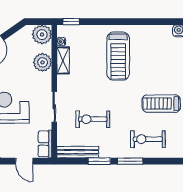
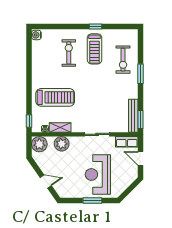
treadmill: (118, 56) -> (55, 97), moved
exercise bike: (93, 119) -> (69, 53), moved, turned 180
door: (24, 161) -> (141, 158), swing flipped
window: (99, 161) -> (141, 119), moved

